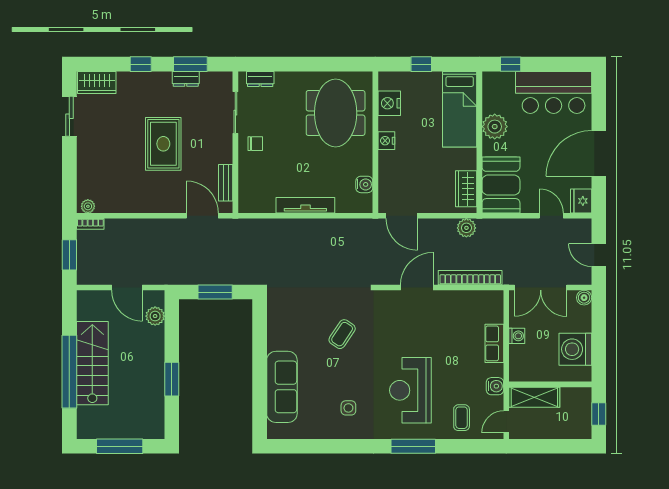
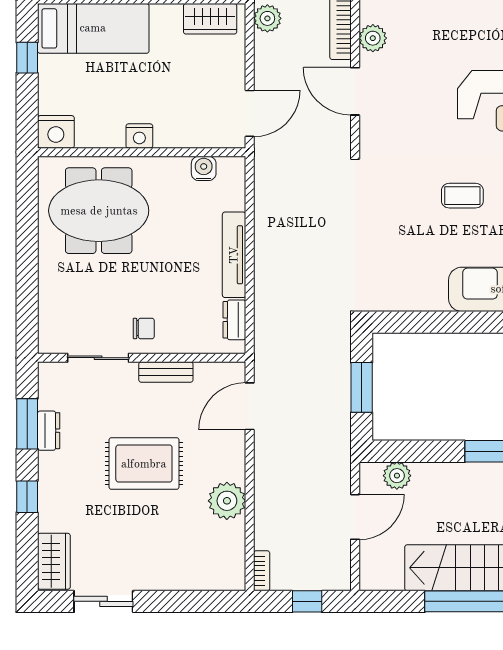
window: (421, 64) -> (27, 58), moved
dresser: (260, 79) -> (234, 320), moved, turned 180
nightstand: (389, 103) -> (56, 132), moved
chair: (255, 144) -> (144, 328), turned 90
bench: (226, 183) -> (166, 372), moved
plant: (88, 206) -> (227, 501), moved, width x1.88, depth x1.88
window: (69, 255) -> (307, 601), width x0.67
plant: (453, 300) -> (373, 38), added
coffee table: (342, 334) -> (462, 196), moved, turned -34

